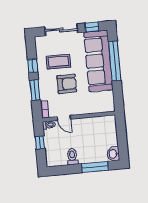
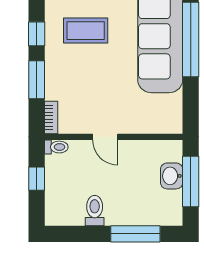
armchair: (67, 84) -> (97, 74), removed
door: (64, 118) -> (105, 137), moved
window: (122, 136) -> (191, 181), added
washbasin: (113, 154) -> (172, 176), moved

